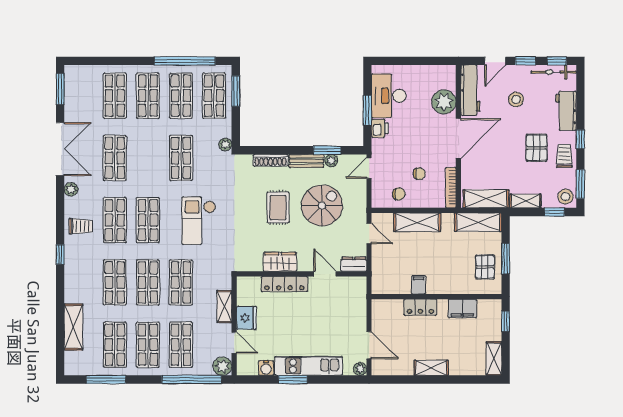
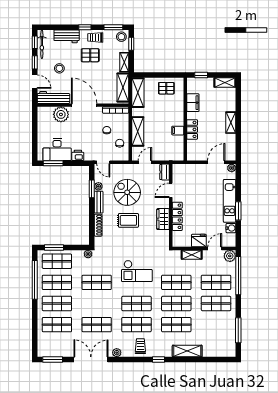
window: (367, 110) -> (53, 163), moved
window: (506, 259) -> (161, 75), removed
shelving: (73, 327) -> (187, 351), moved
shop shelf: (115, 345) -> (216, 325), removed

